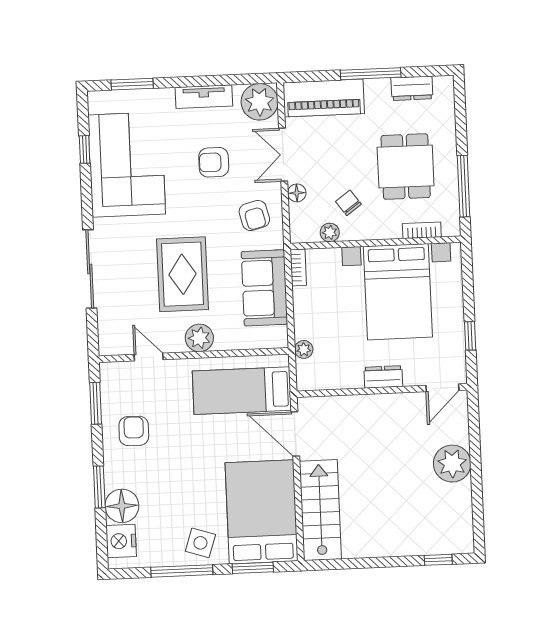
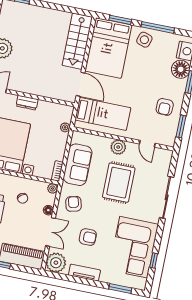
plant: (330, 232) -> (53, 189), moved

